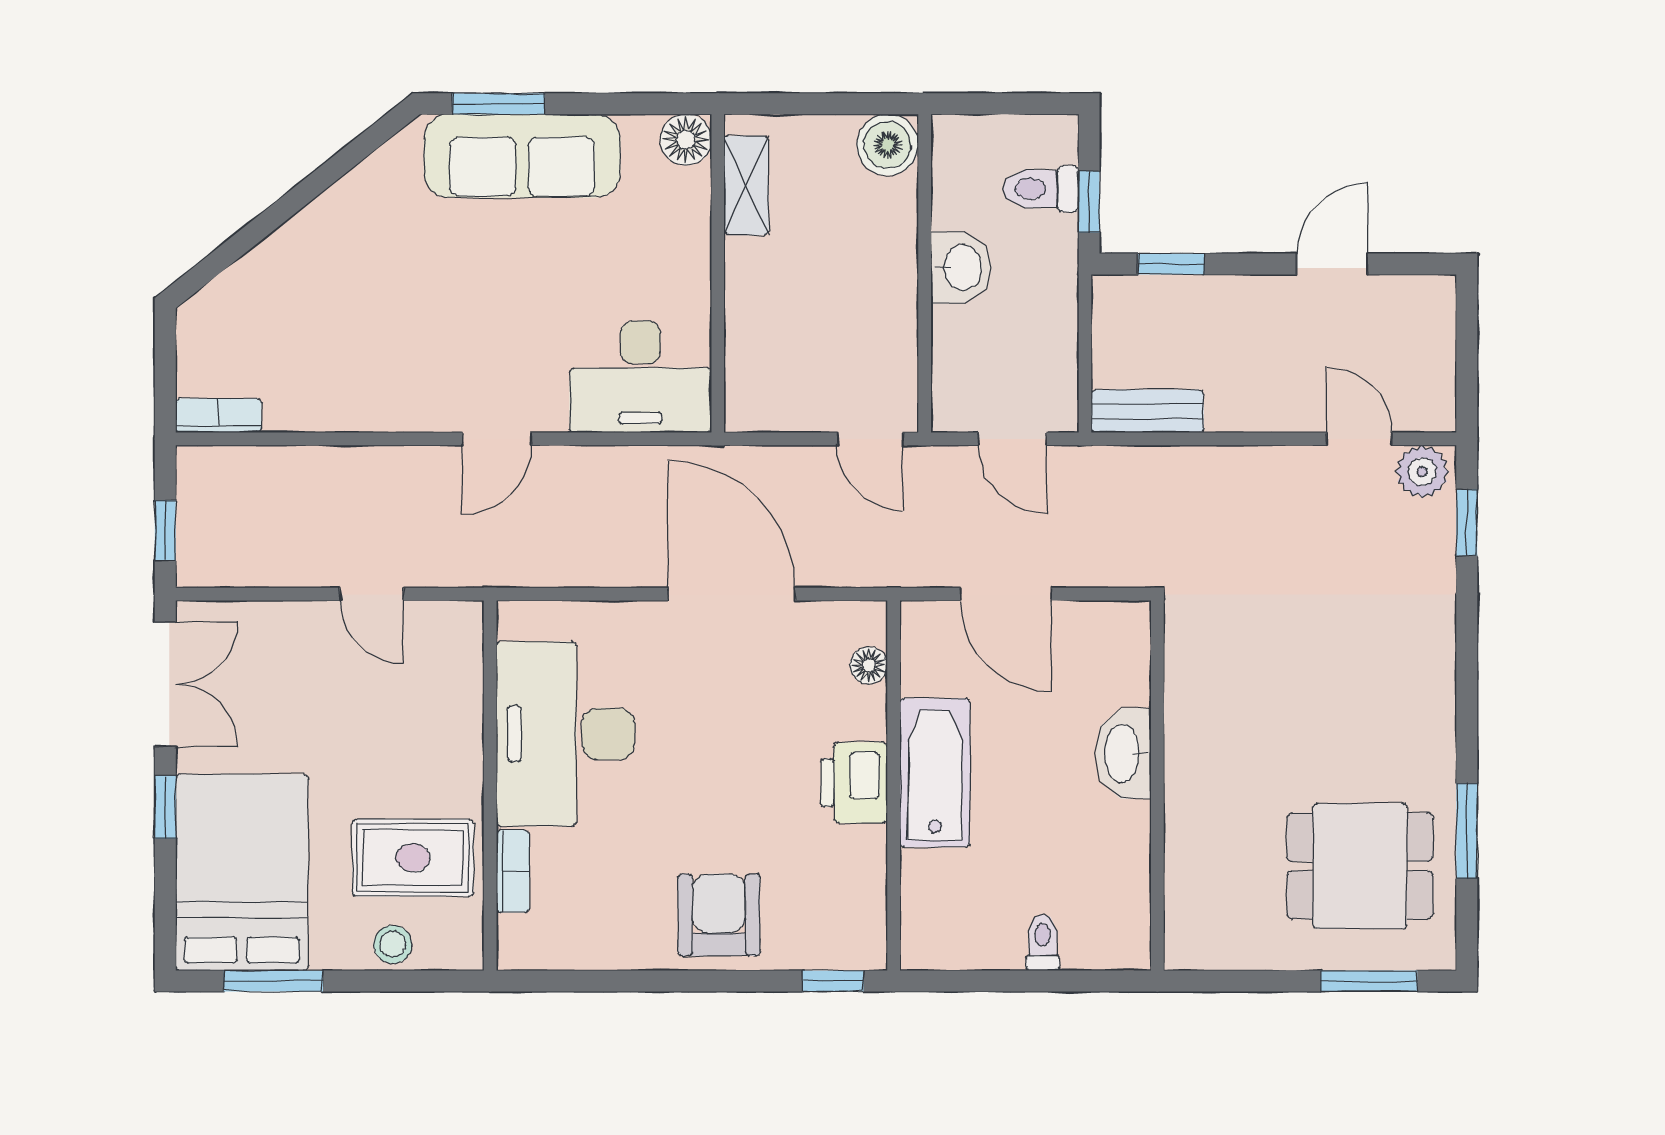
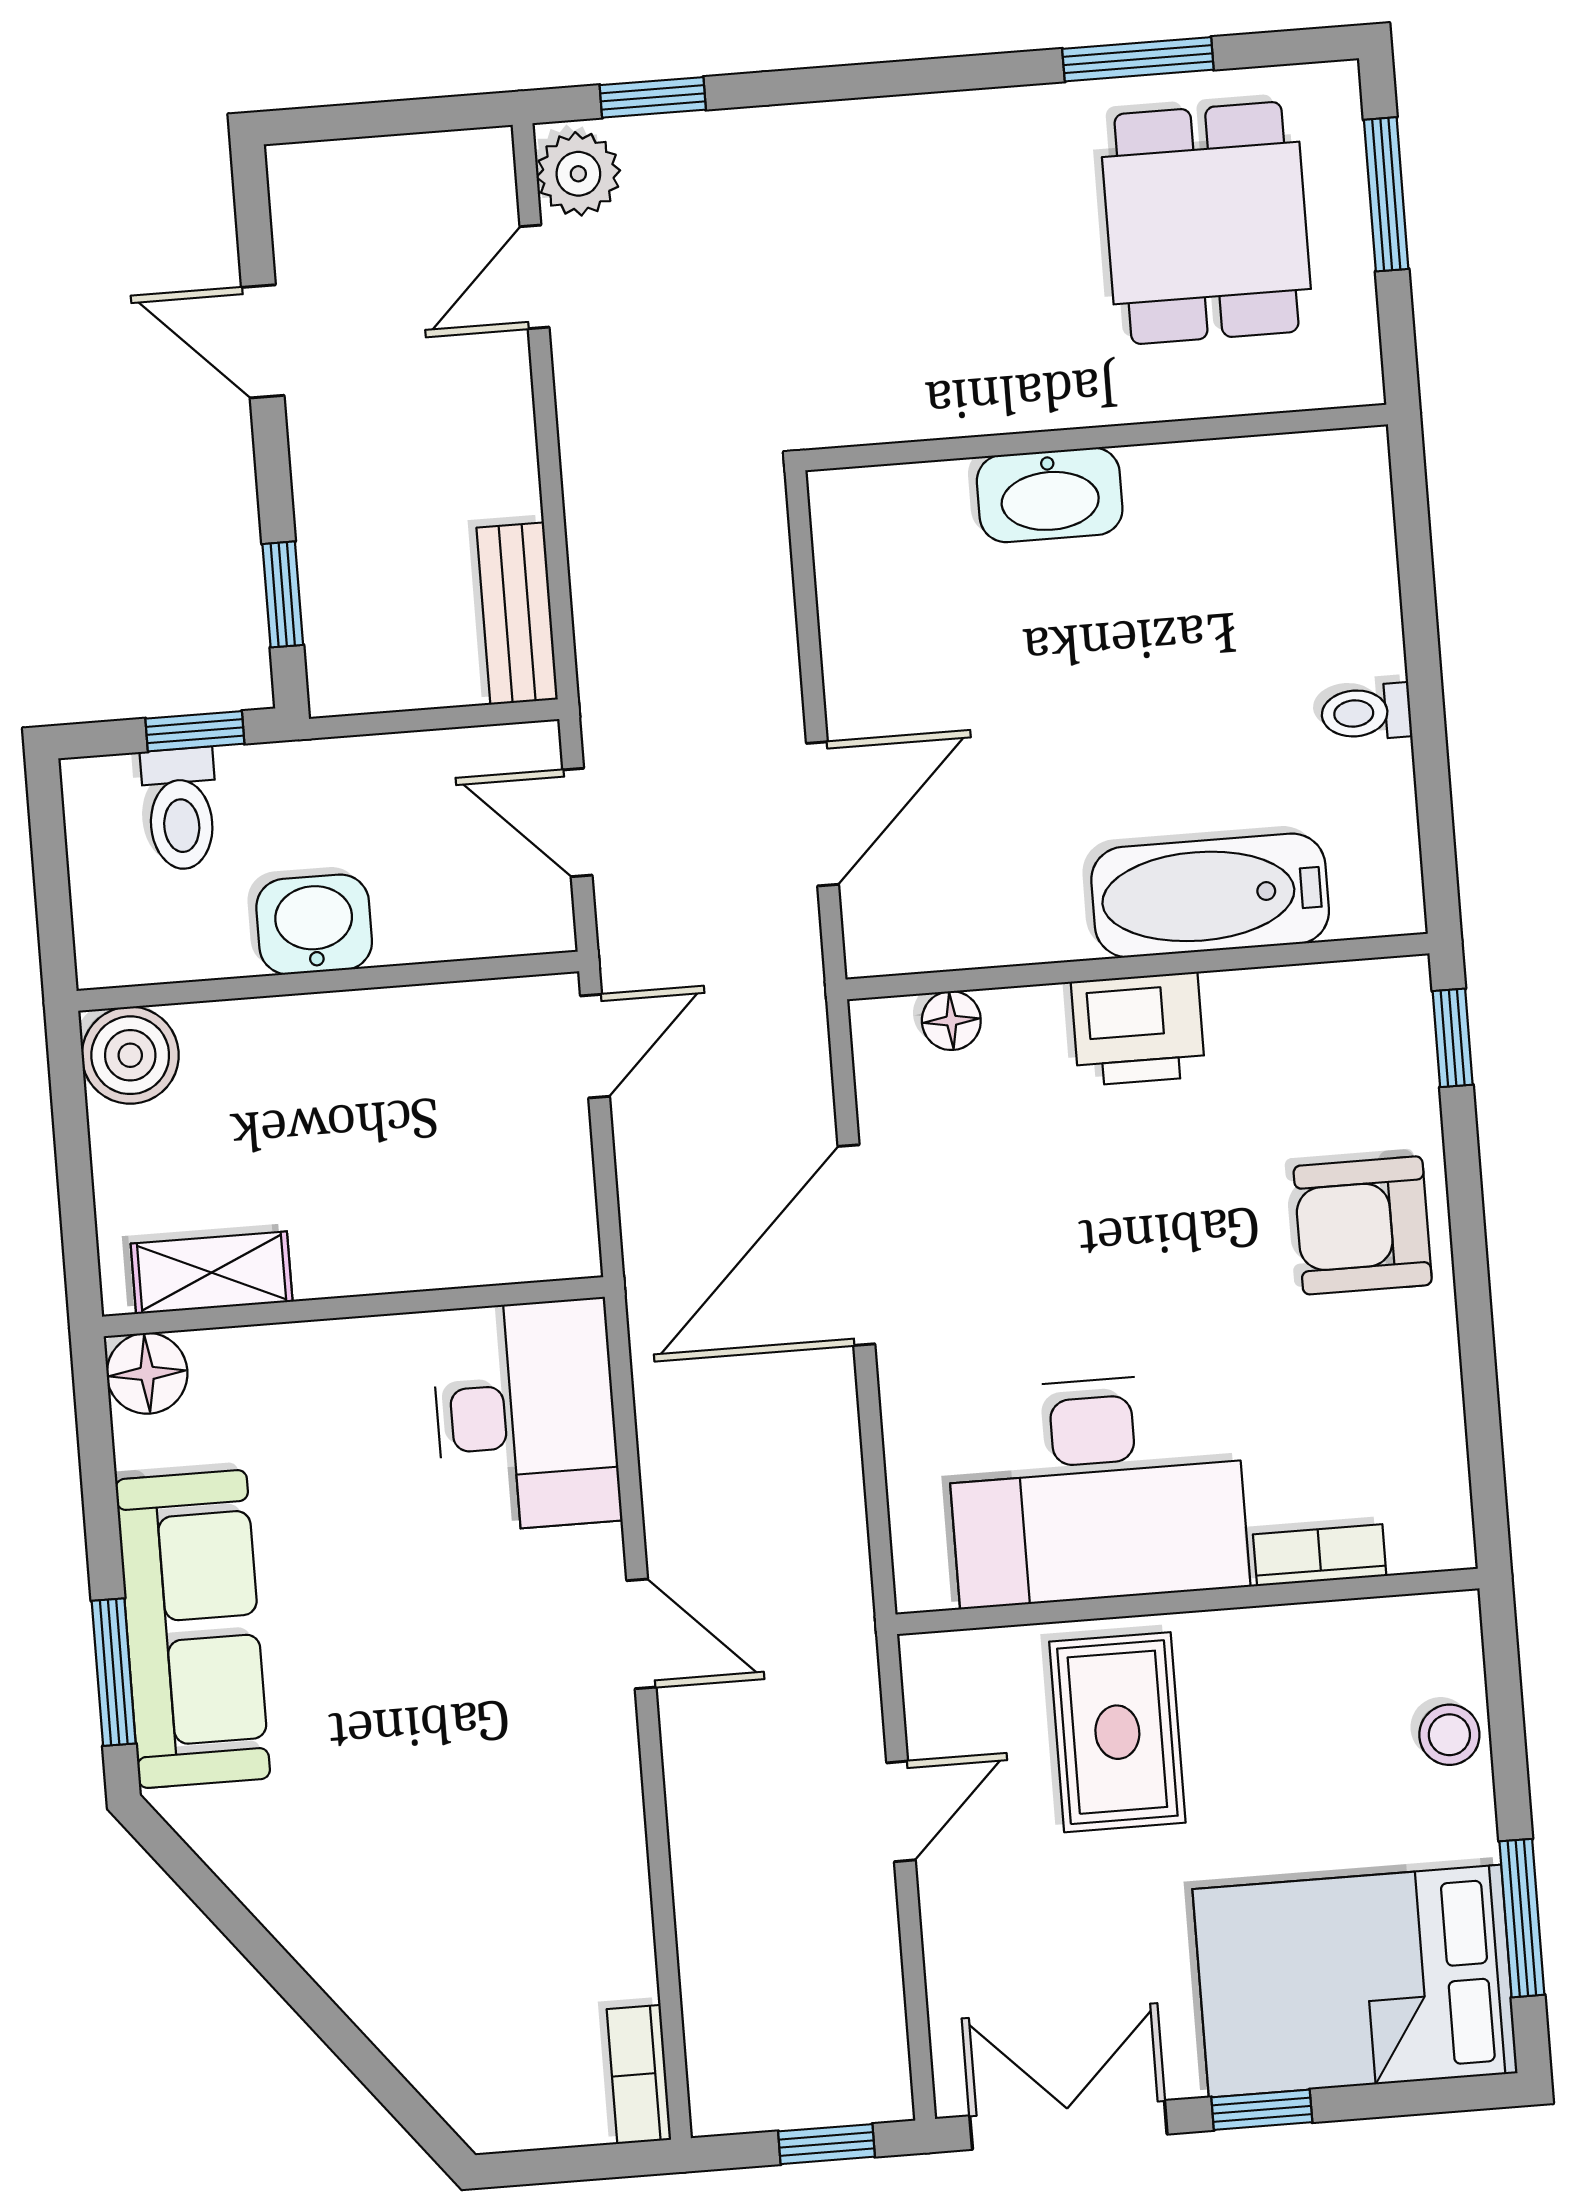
door: (1012, 439) -> (577, 822), swing flipped
washbasin: (1123, 754) -> (1050, 495), moved
bathtub: (935, 773) -> (1210, 895), moved
wall: (1157, 785) -> (1096, 438), moved
rug: (413, 858) -> (1117, 1732), moved

